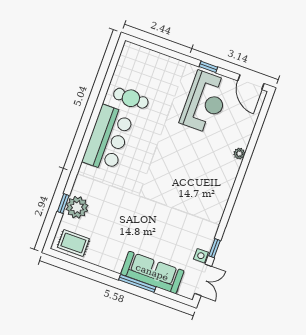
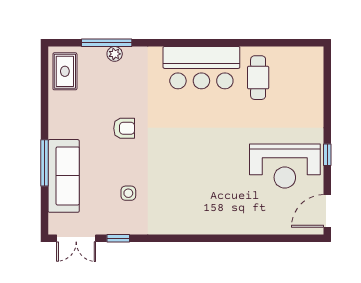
plant: (239, 154) -> (239, 228), removed
window: (63, 203) -> (107, 43), width x2.17
plant: (77, 207) -> (115, 54), width x0.53, depth x0.53
armchair: (133, 214) -> (124, 128), added
side table: (201, 256) -> (128, 193), moved

